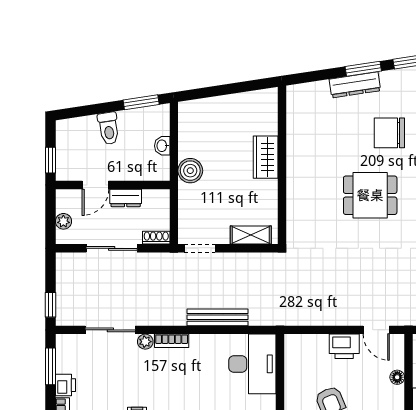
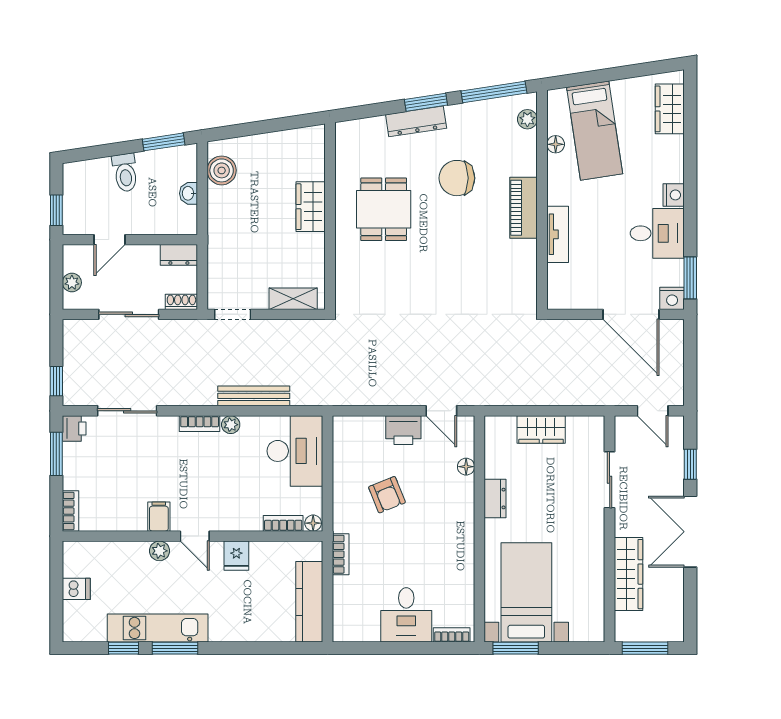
boiler: (190, 171) -> (222, 170), moved
dining table: (370, 195) -> (384, 209), moved, turned 90
dresser: (126, 198) -> (179, 255), moved
plant: (145, 342) -> (231, 425), moved
printer: (65, 385) -> (74, 428), moved

